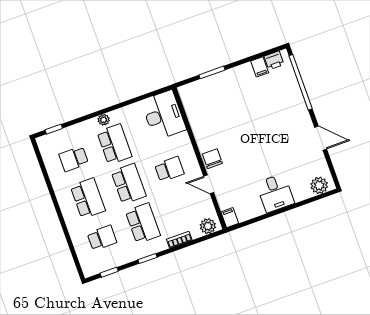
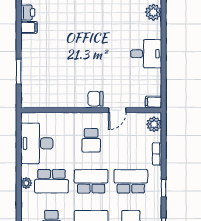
desk: (164, 115) -> (37, 143), moved, turned -90
school desk: (114, 144) -> (51, 181), turned 180
school desk: (169, 169) -> (91, 140), turned 180

